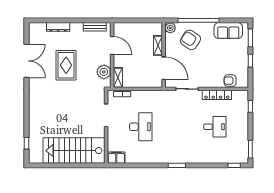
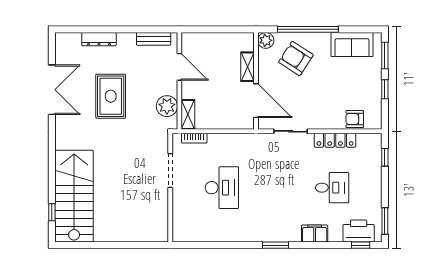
stairs: (74, 151) -> (74, 196), moved, turned 90
printer: (233, 156) -> (359, 231), added
filing cabinet: (116, 158) -> (315, 234), moved

